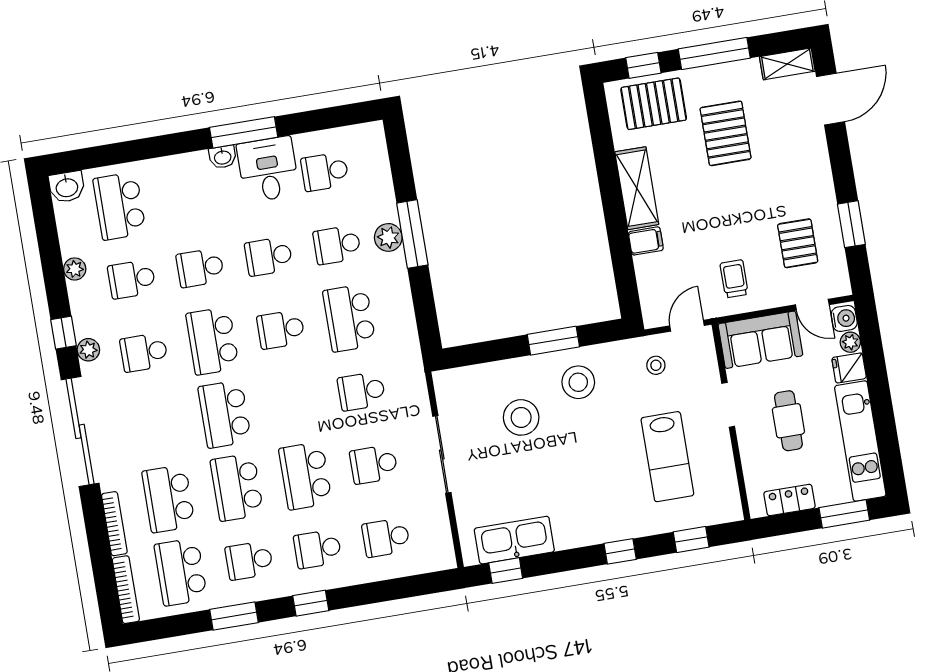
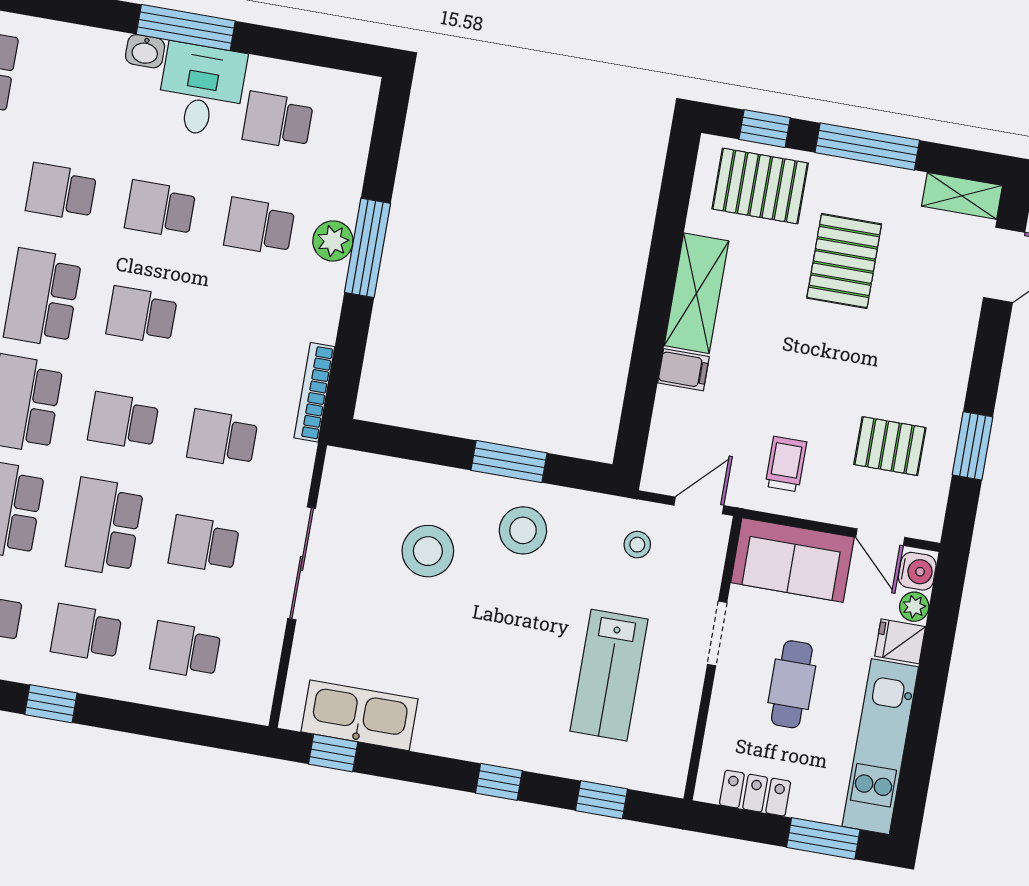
pallet: (798, 243) -> (890, 446), turned 90
school desk: (349, 318) -> (123, 421), moved, width x0.54
bookcase: (411, 340) -> (314, 392), added

